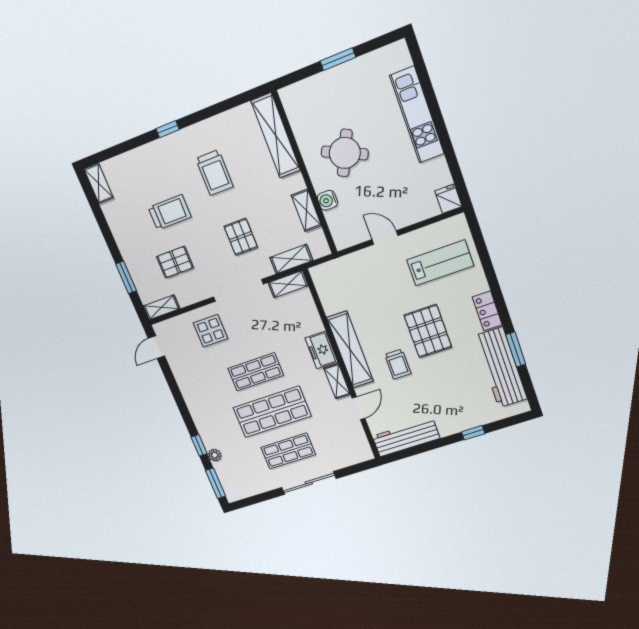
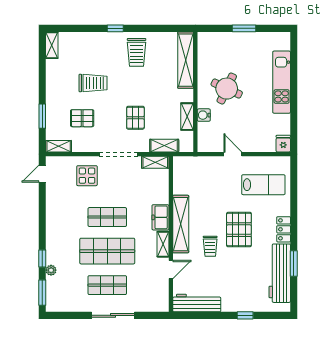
trolley: (214, 173) -> (137, 52), moved

